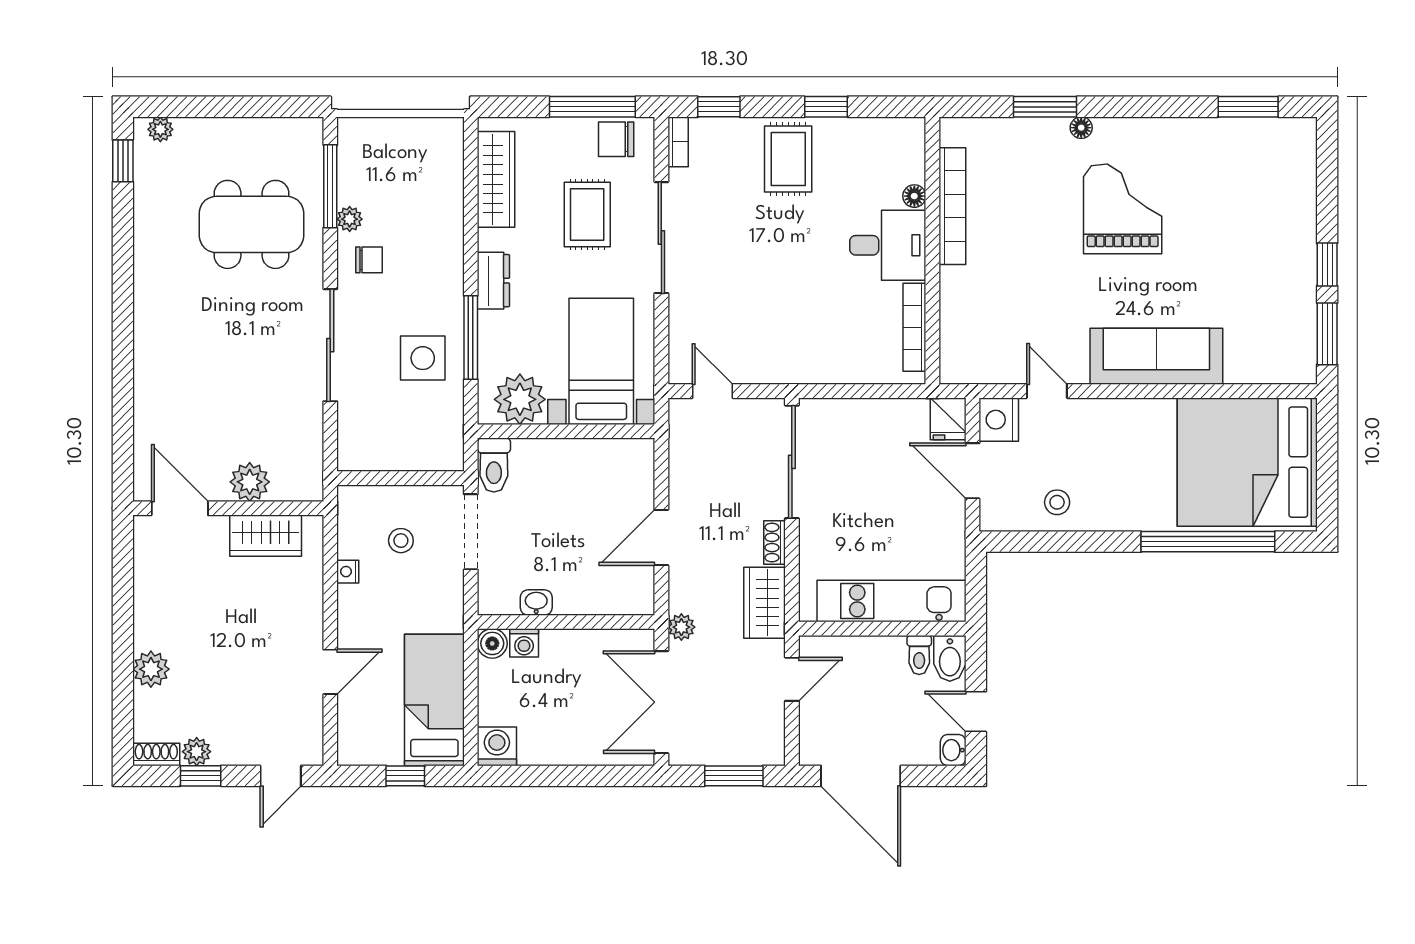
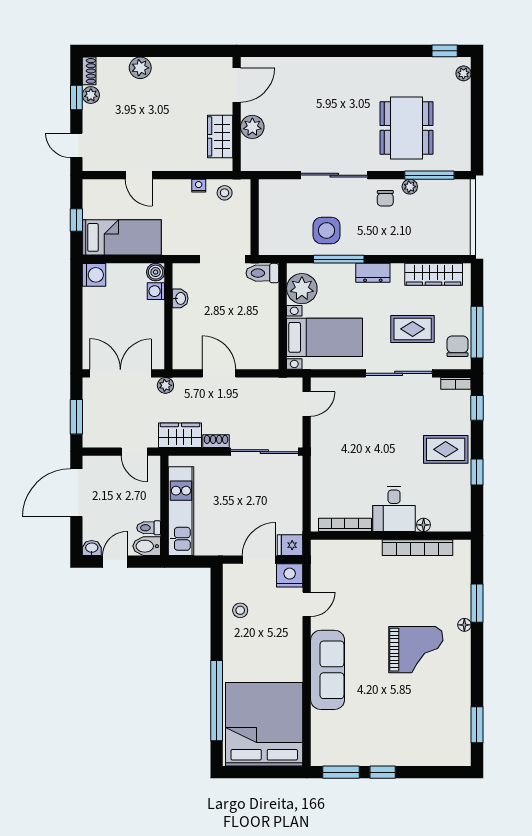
stool: (401, 541) -> (225, 193), moved

